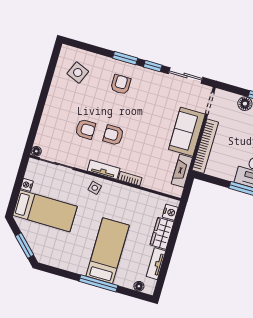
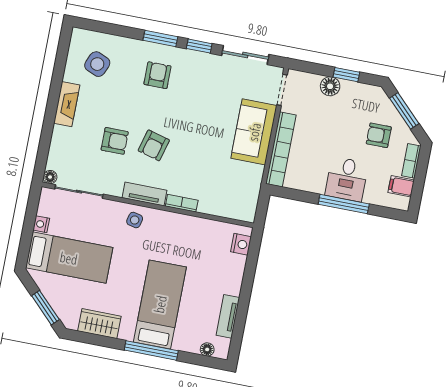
armchair: (113, 135) -> (154, 145), turned -75
fireplace: (182, 171) -> (67, 104), moved, turned 180
wardrobe: (162, 233) -> (99, 324), moved, turned 90

